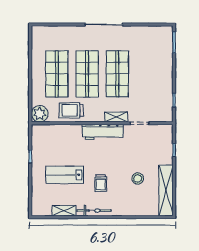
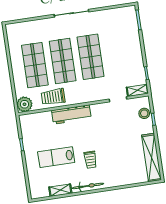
shelving: (116, 117) -> (137, 90), moved
workbench: (103, 132) -> (71, 114), moved
stool: (138, 179) -> (144, 113), moved

